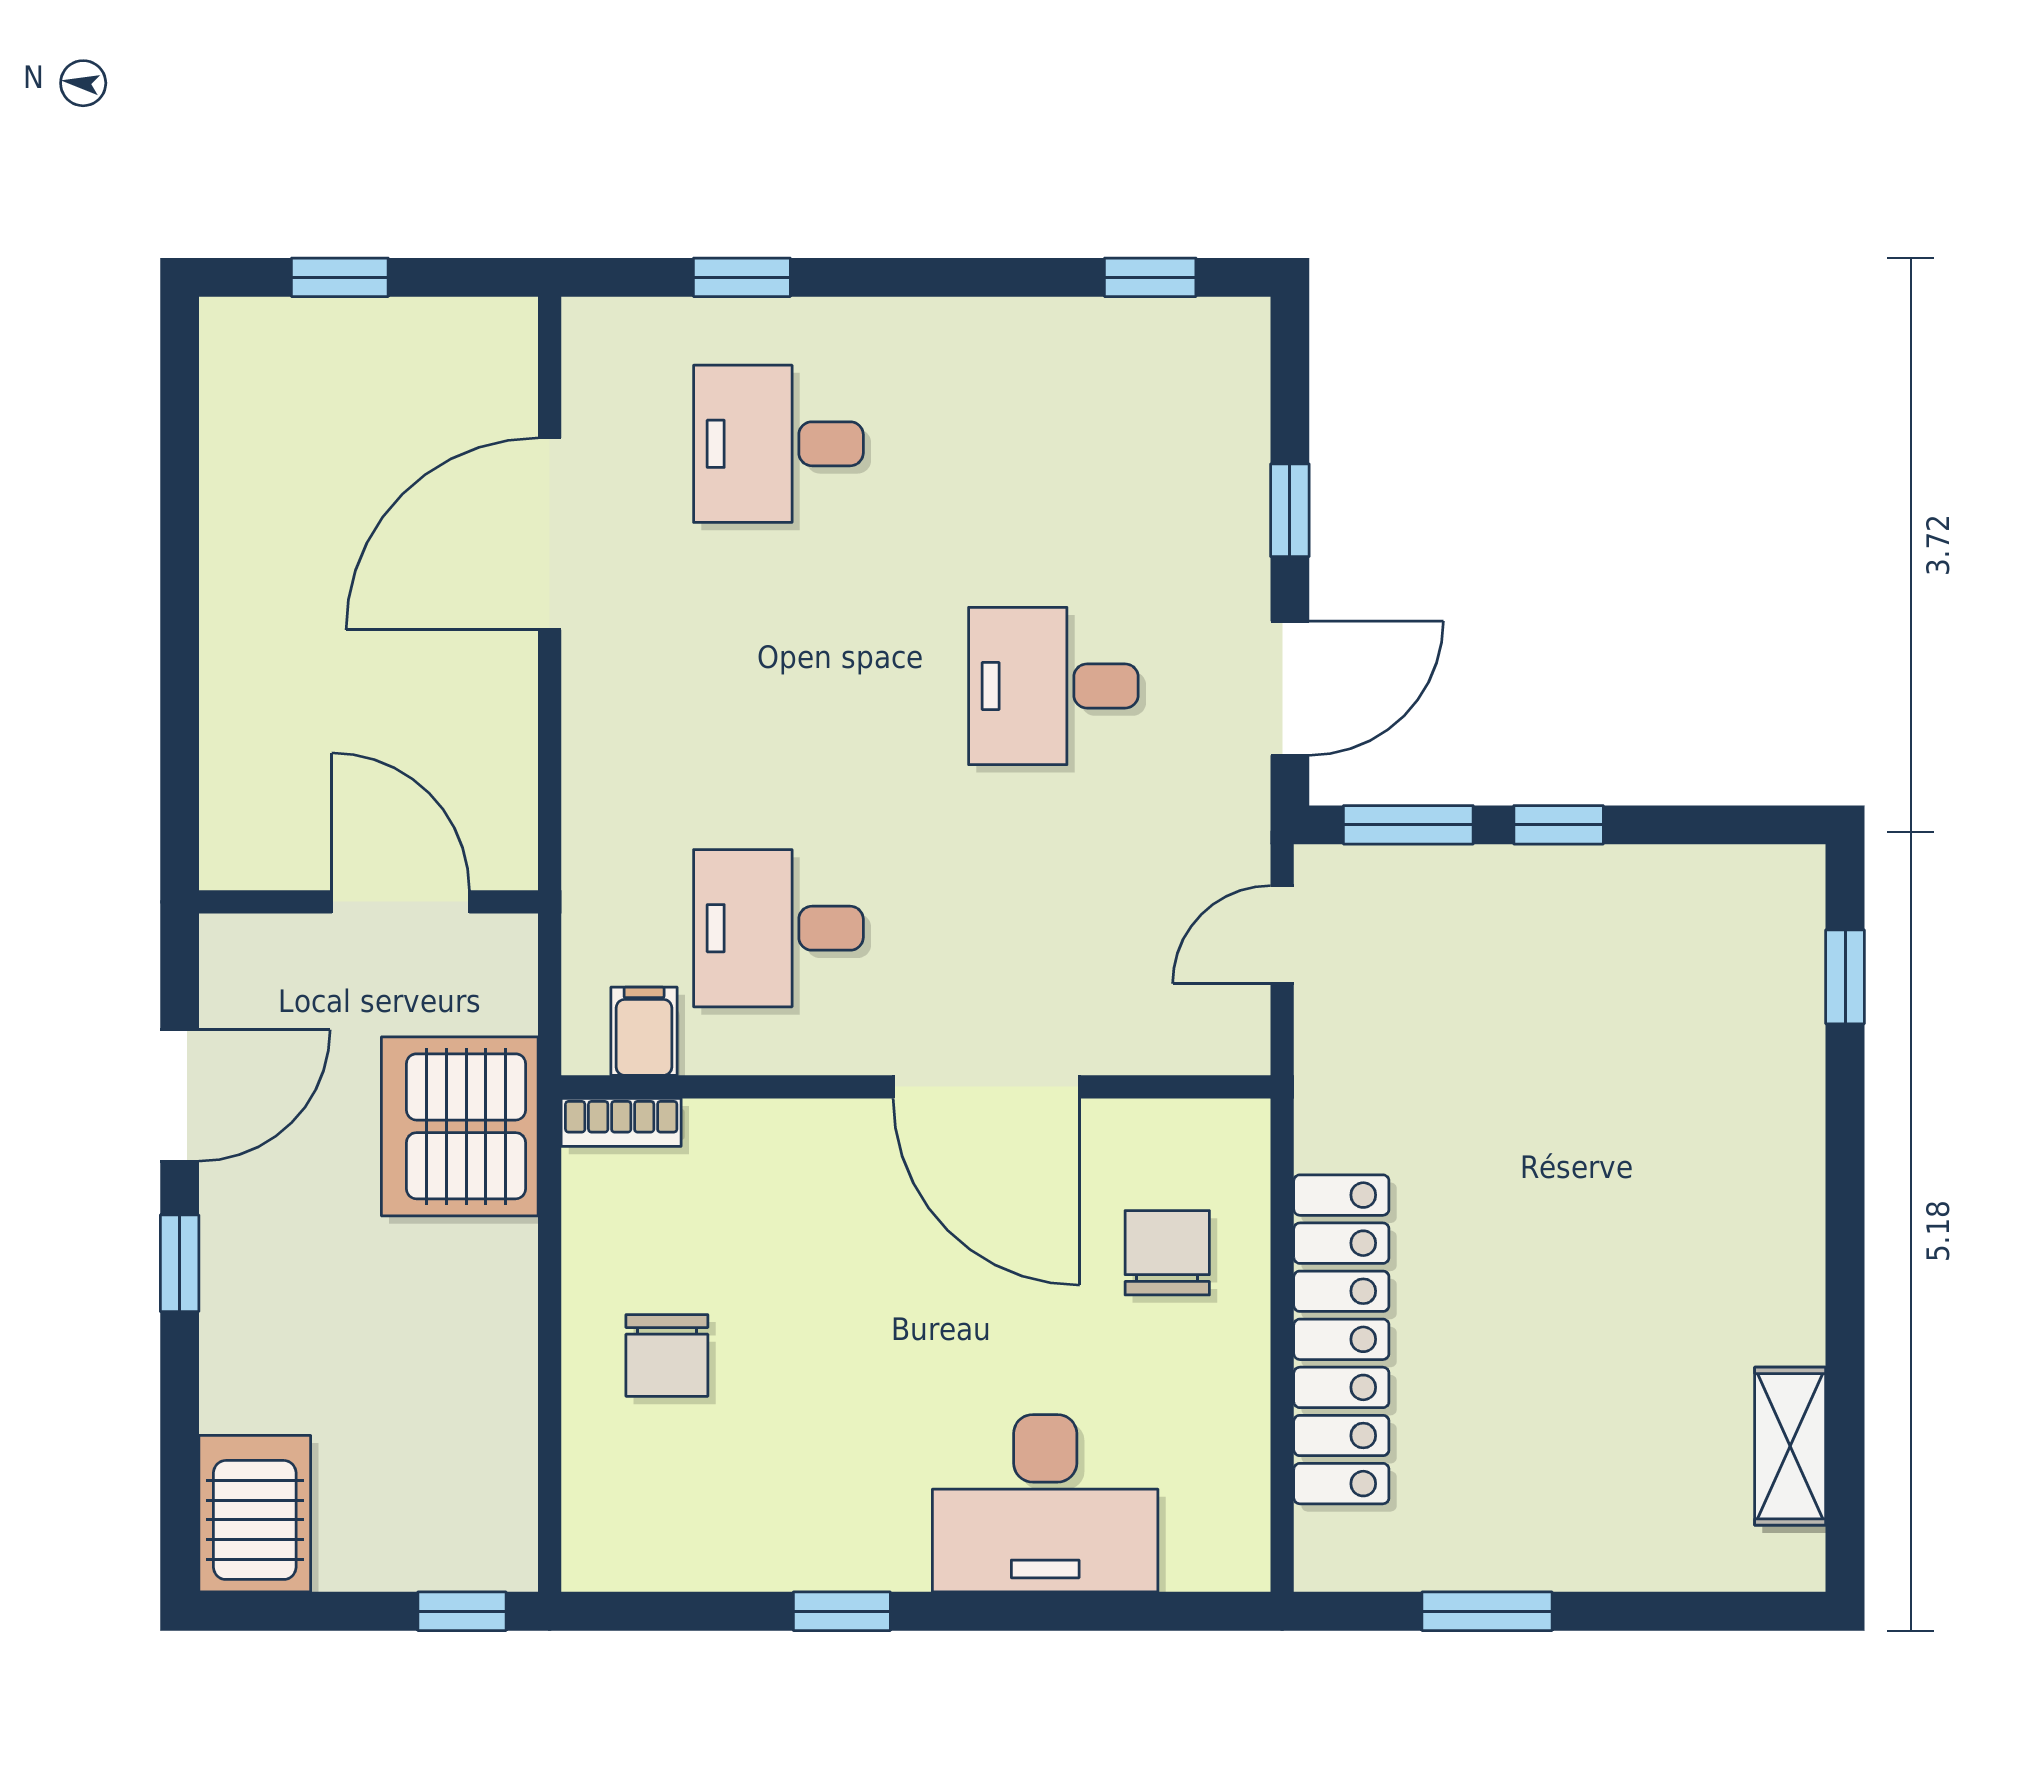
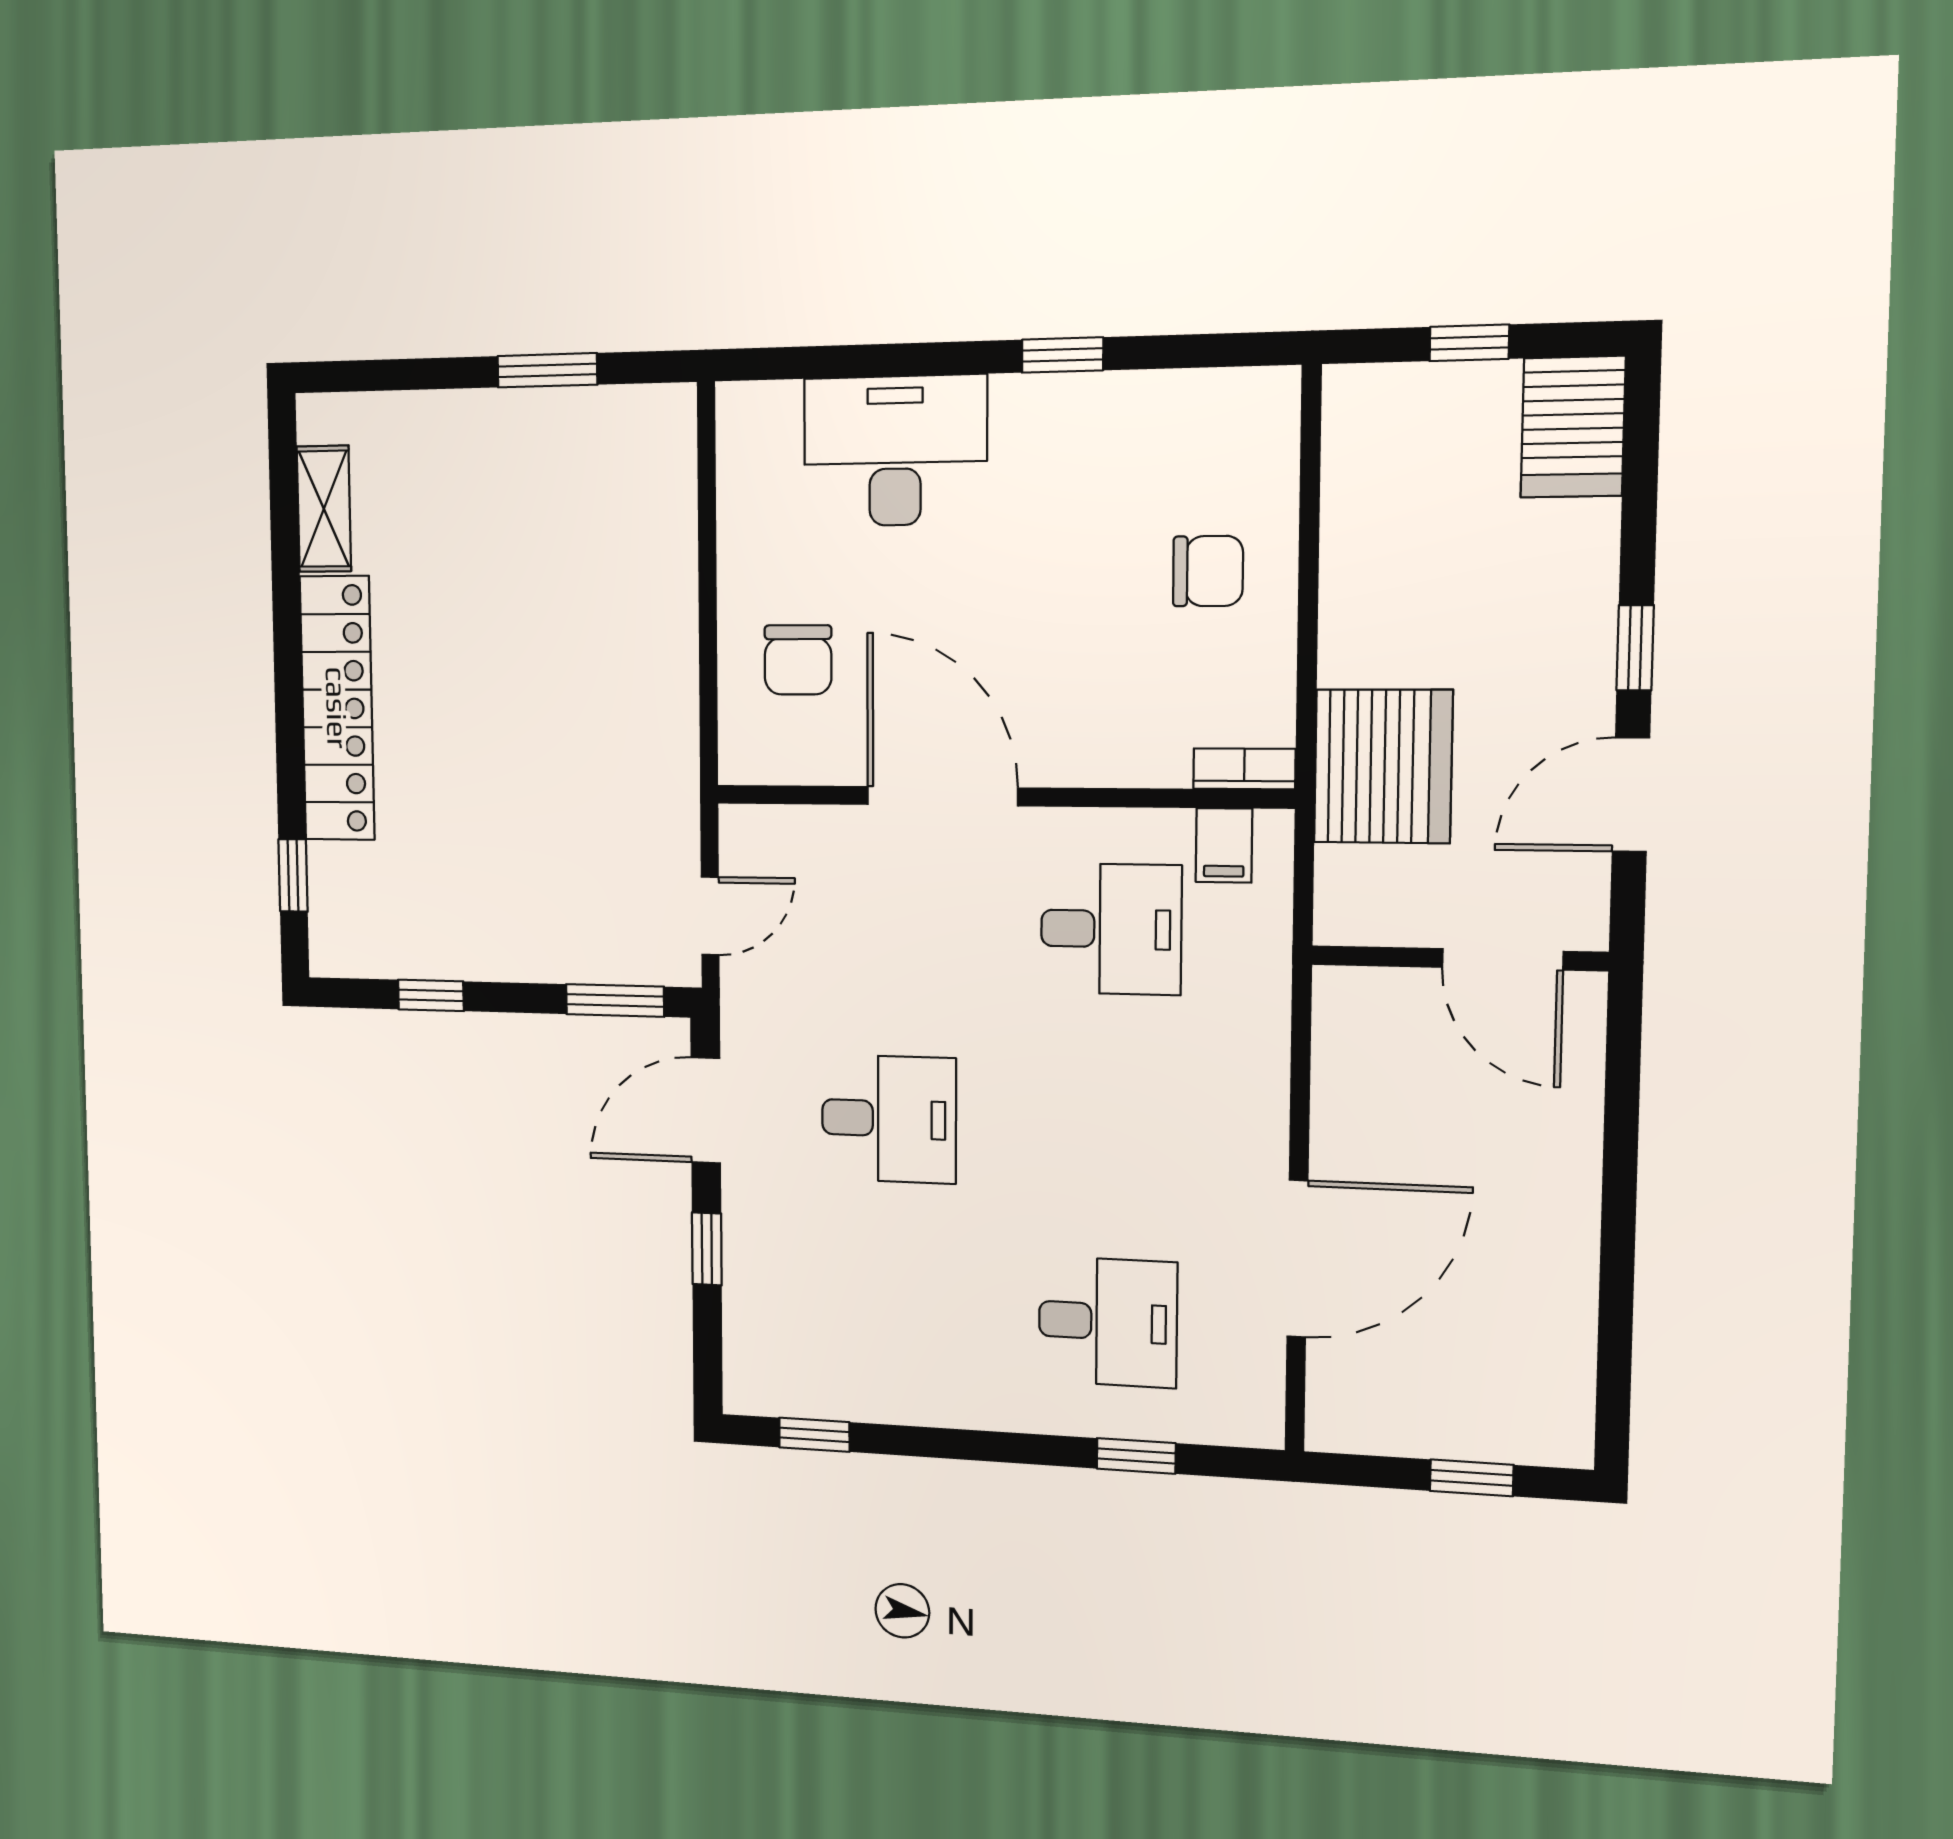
window: (1559, 825) -> (431, 995), moved
door: (401, 902) -> (1503, 959), moved
locker: (1341, 1339) -> (337, 708), moved, turned 180
chair: (667, 1355) -> (1208, 571), turned 90
window: (462, 1611) -> (1469, 343), moved

